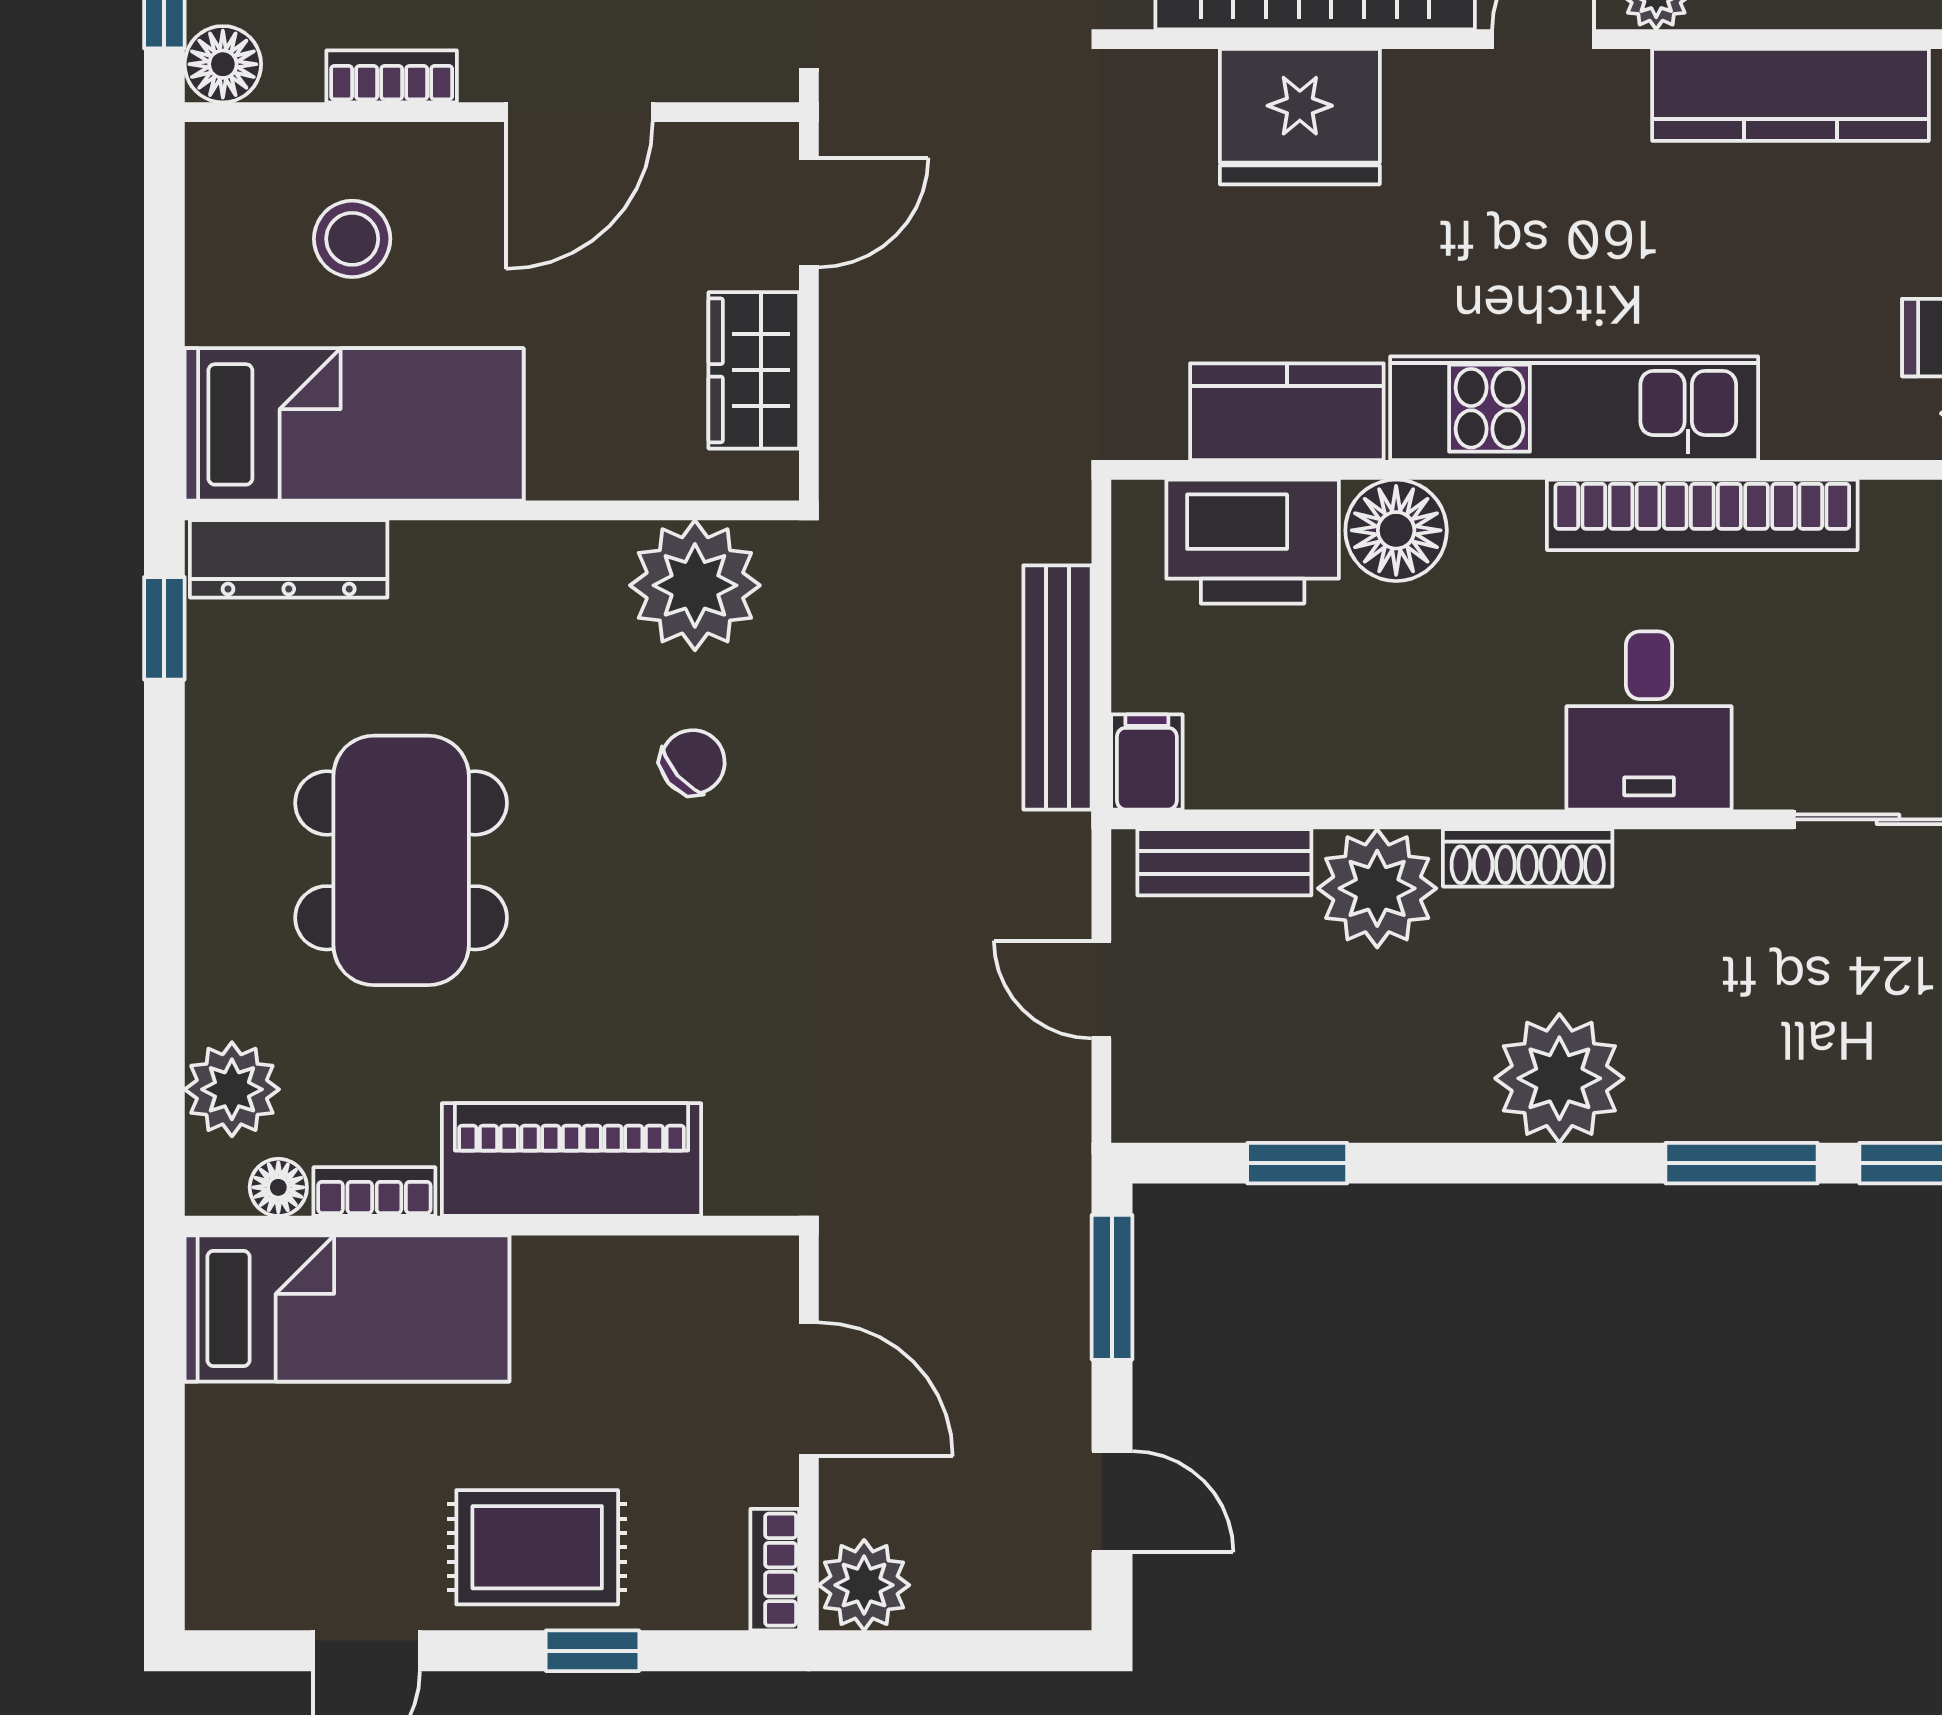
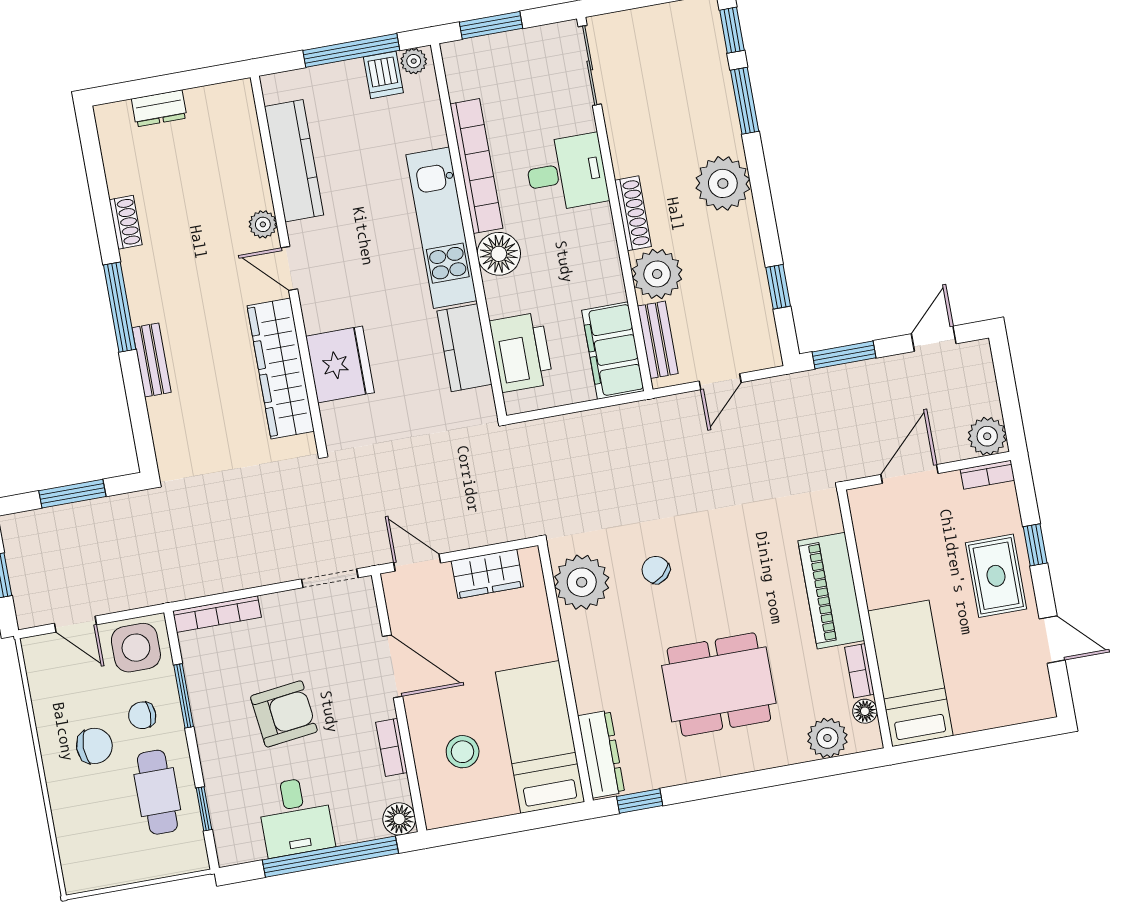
floor lamp: (1396, 530) -> (499, 254), moved
bench: (1058, 687) -> (597, 423), removed
filing cabinet: (1147, 762) -> (613, 351), width x3.00, depth x1.17

